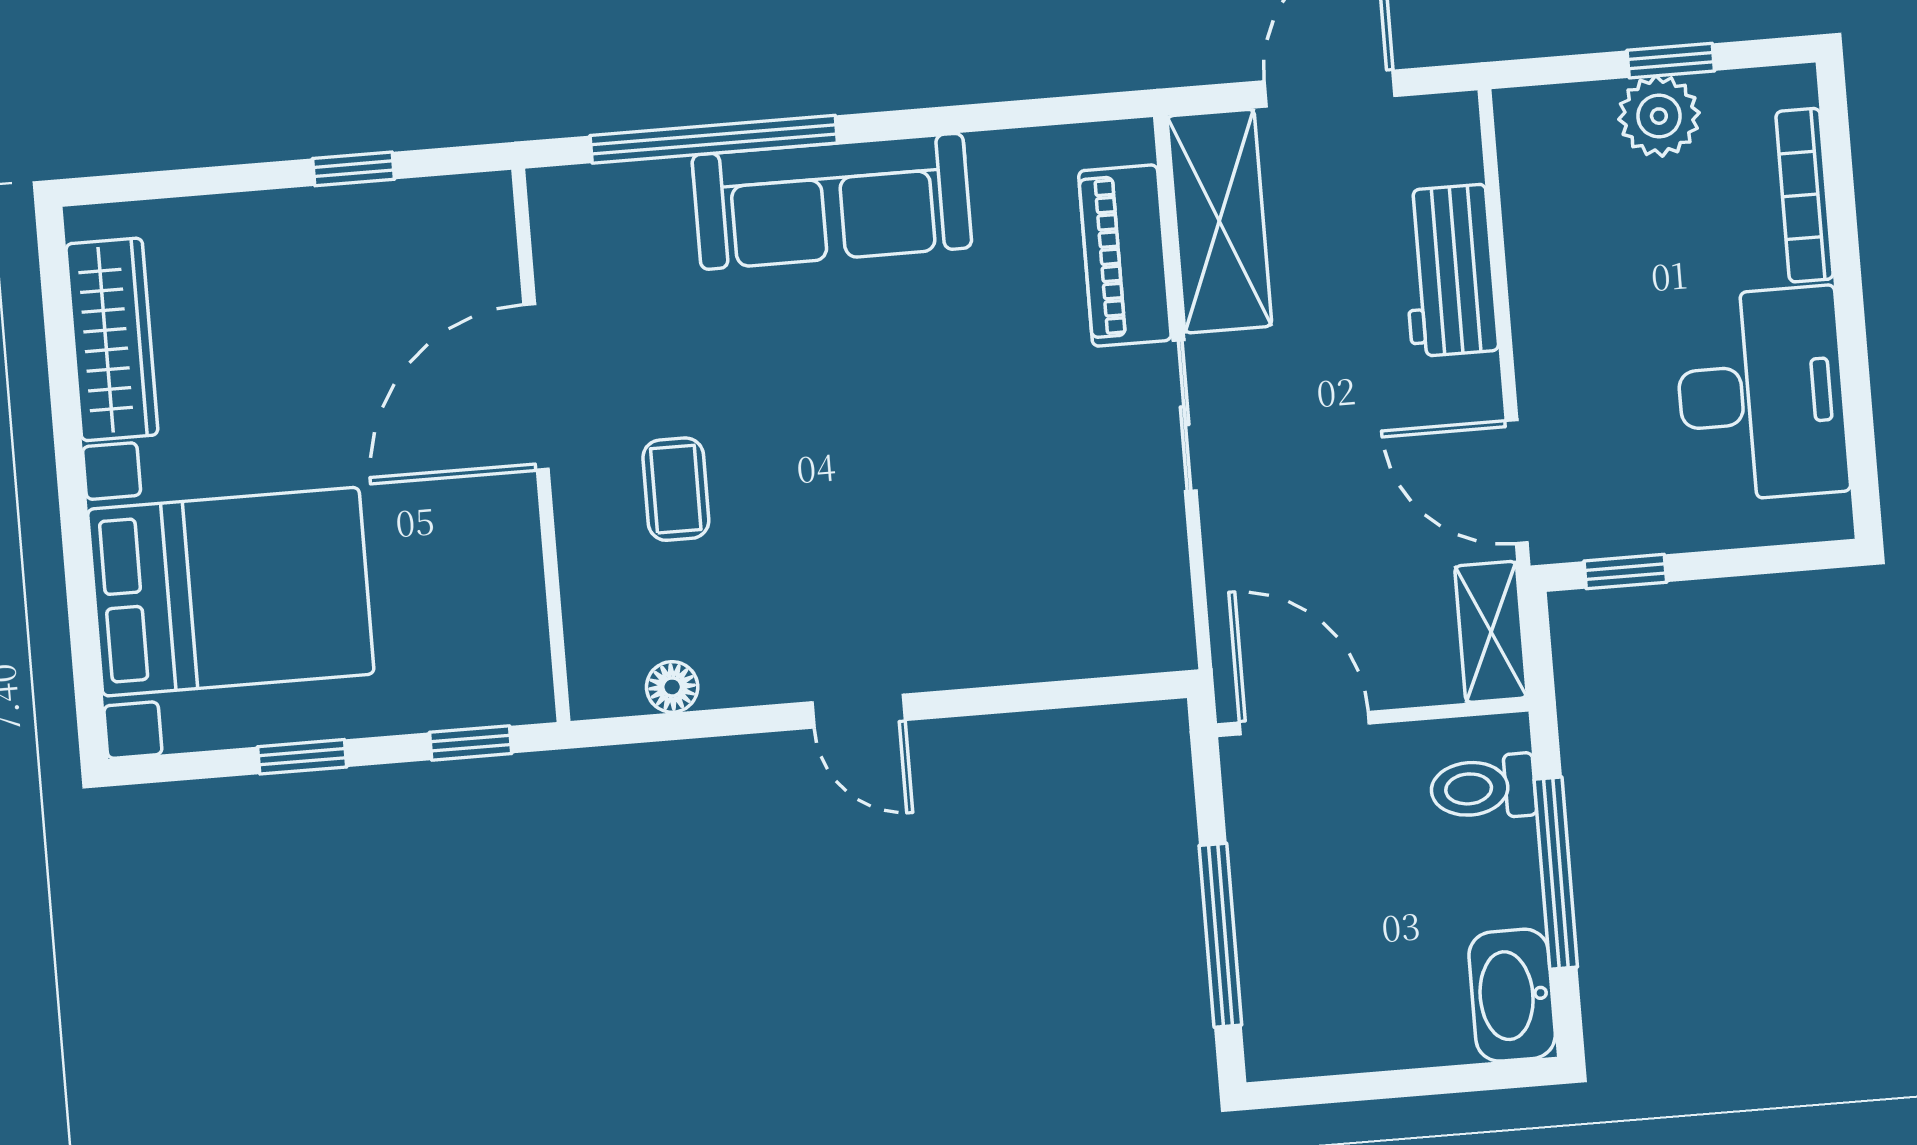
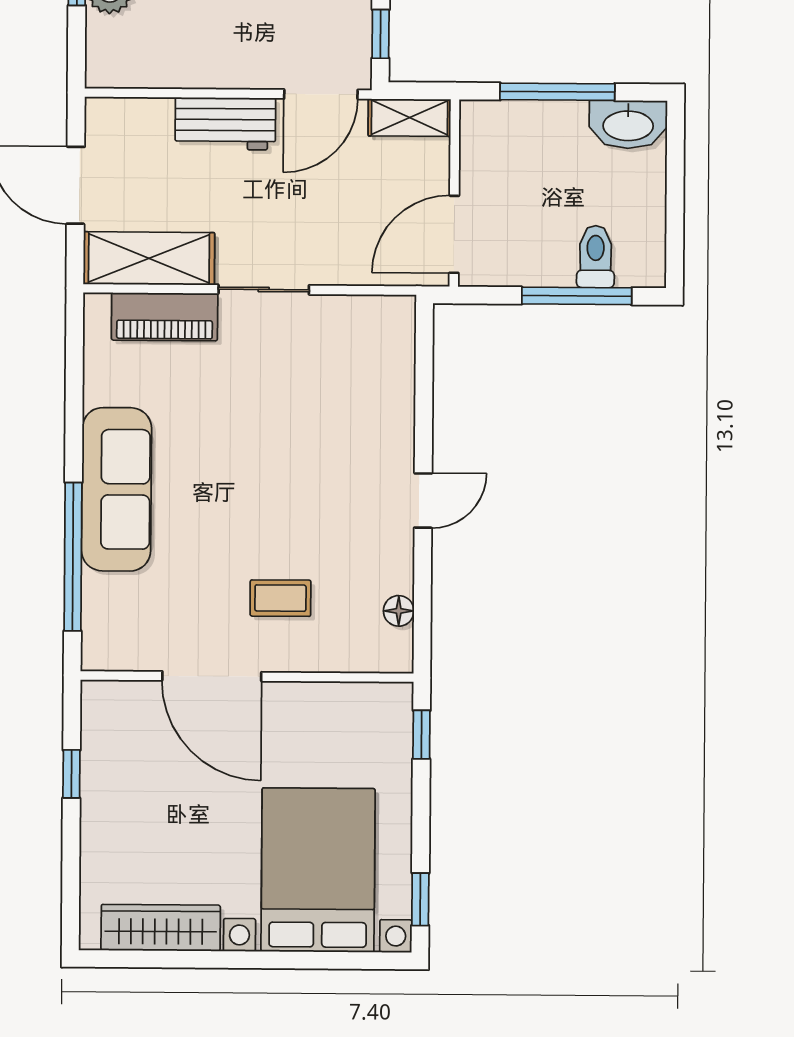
workbench: (1449, 271) -> (225, 124), moved
window: (302, 757) -> (420, 899), moved
toilet: (1483, 788) -> (596, 257), moved, turned 180

